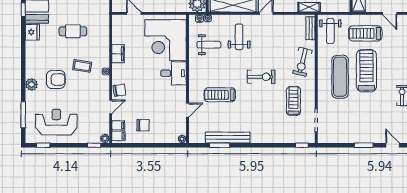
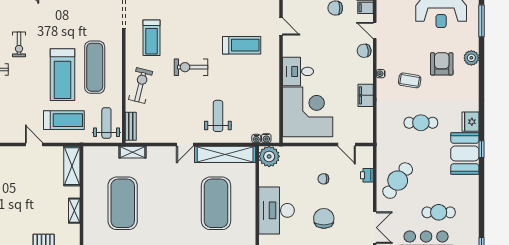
weight bench: (239, 37) -> (218, 116), turned 180
weight bench: (209, 45) -> (255, 106), removed
armchair: (56, 79) -> (442, 64), turned 90
door: (111, 107) -> (375, 30), hinge flipped
door: (187, 110) -> (281, 26), swing flipped

